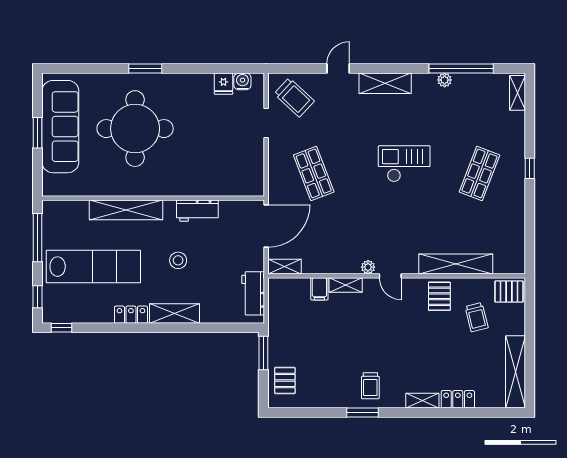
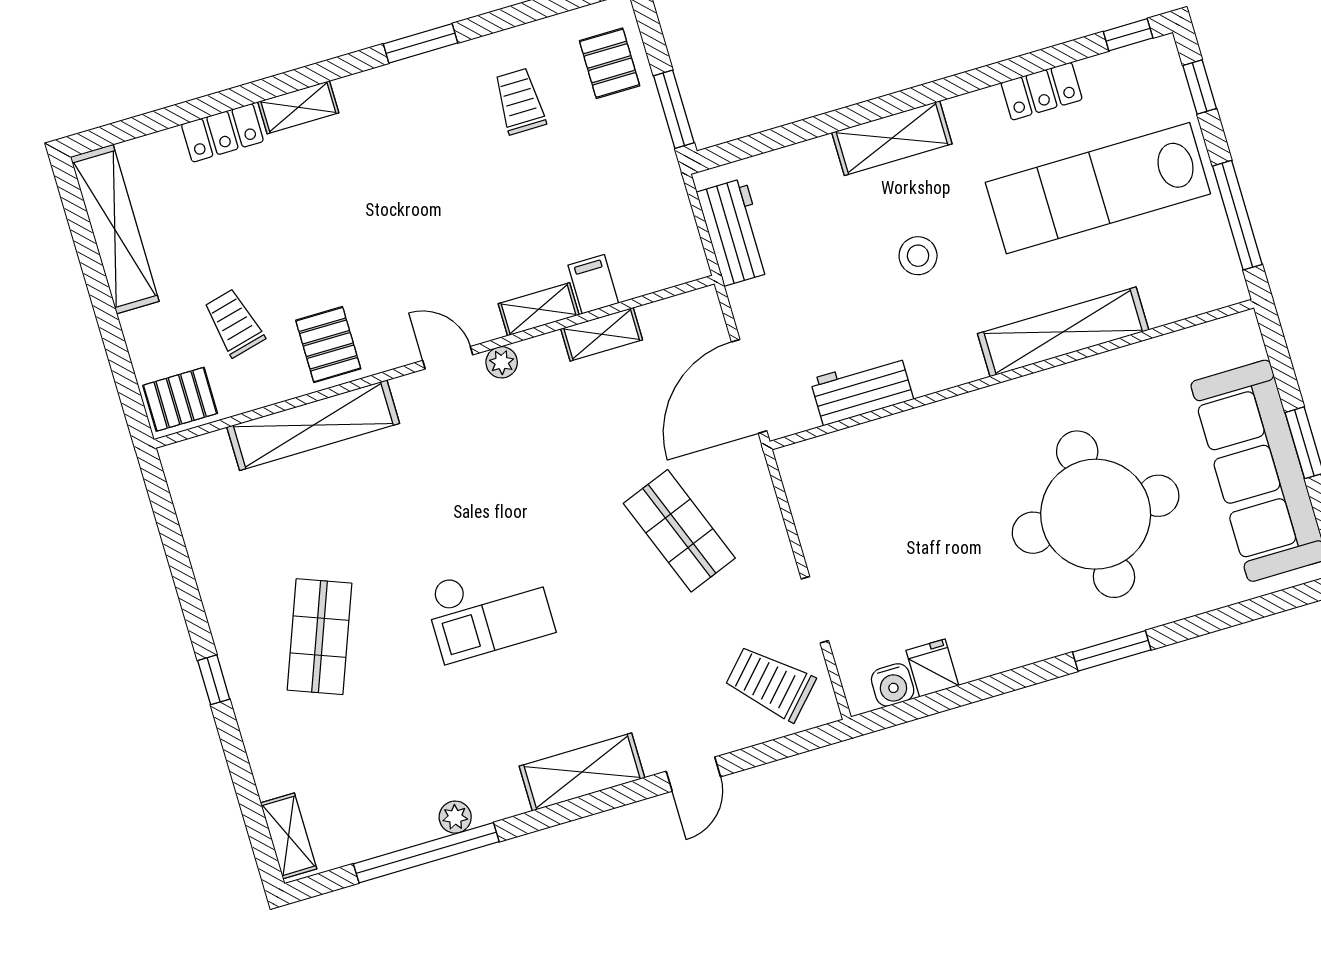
workbench: (197, 211) -> (862, 389), moved
shelving: (284, 267) -> (602, 334), moved
locker: (131, 315) -> (1042, 91), moved
trolley: (370, 386) -> (520, 101), moved

